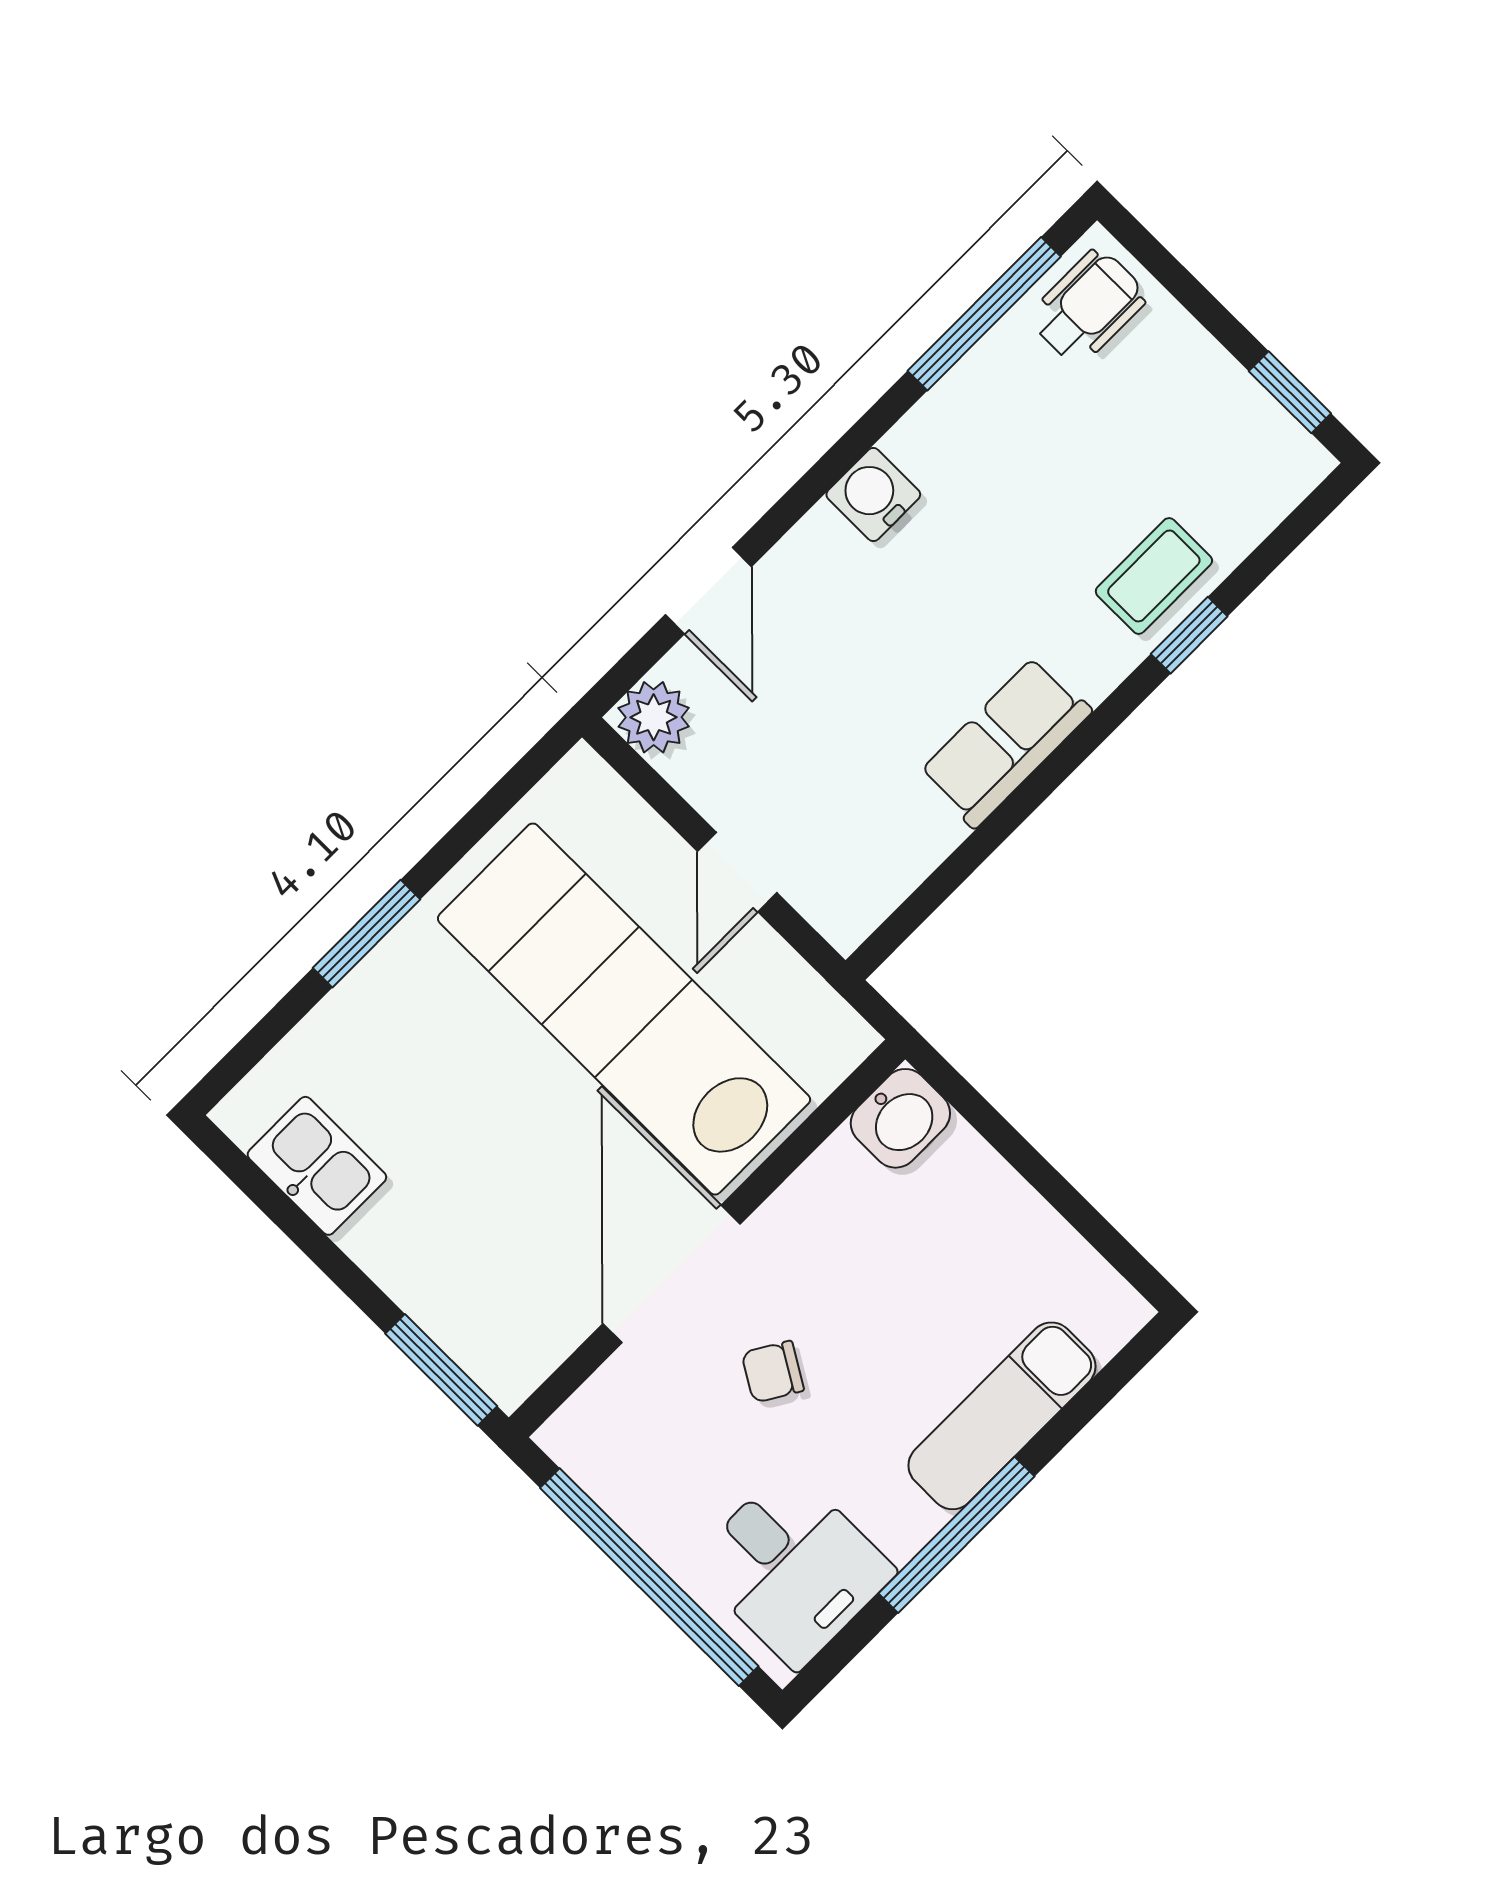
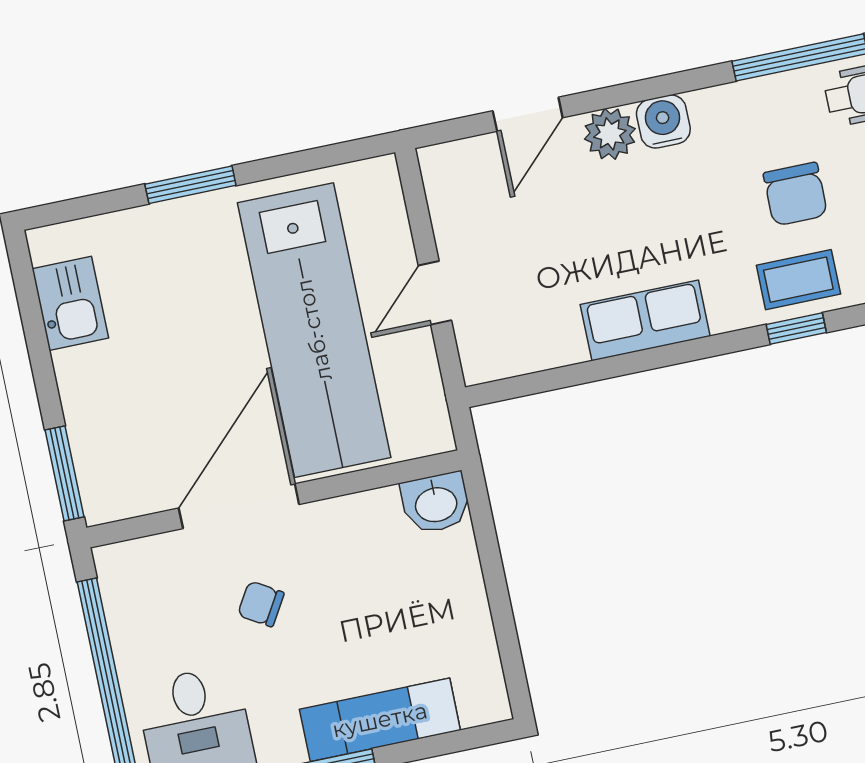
chair: (1084, 478) -> (795, 194), added
plant: (654, 717) -> (610, 134), moved
lab bench: (624, 1009) -> (314, 330), turned 180

